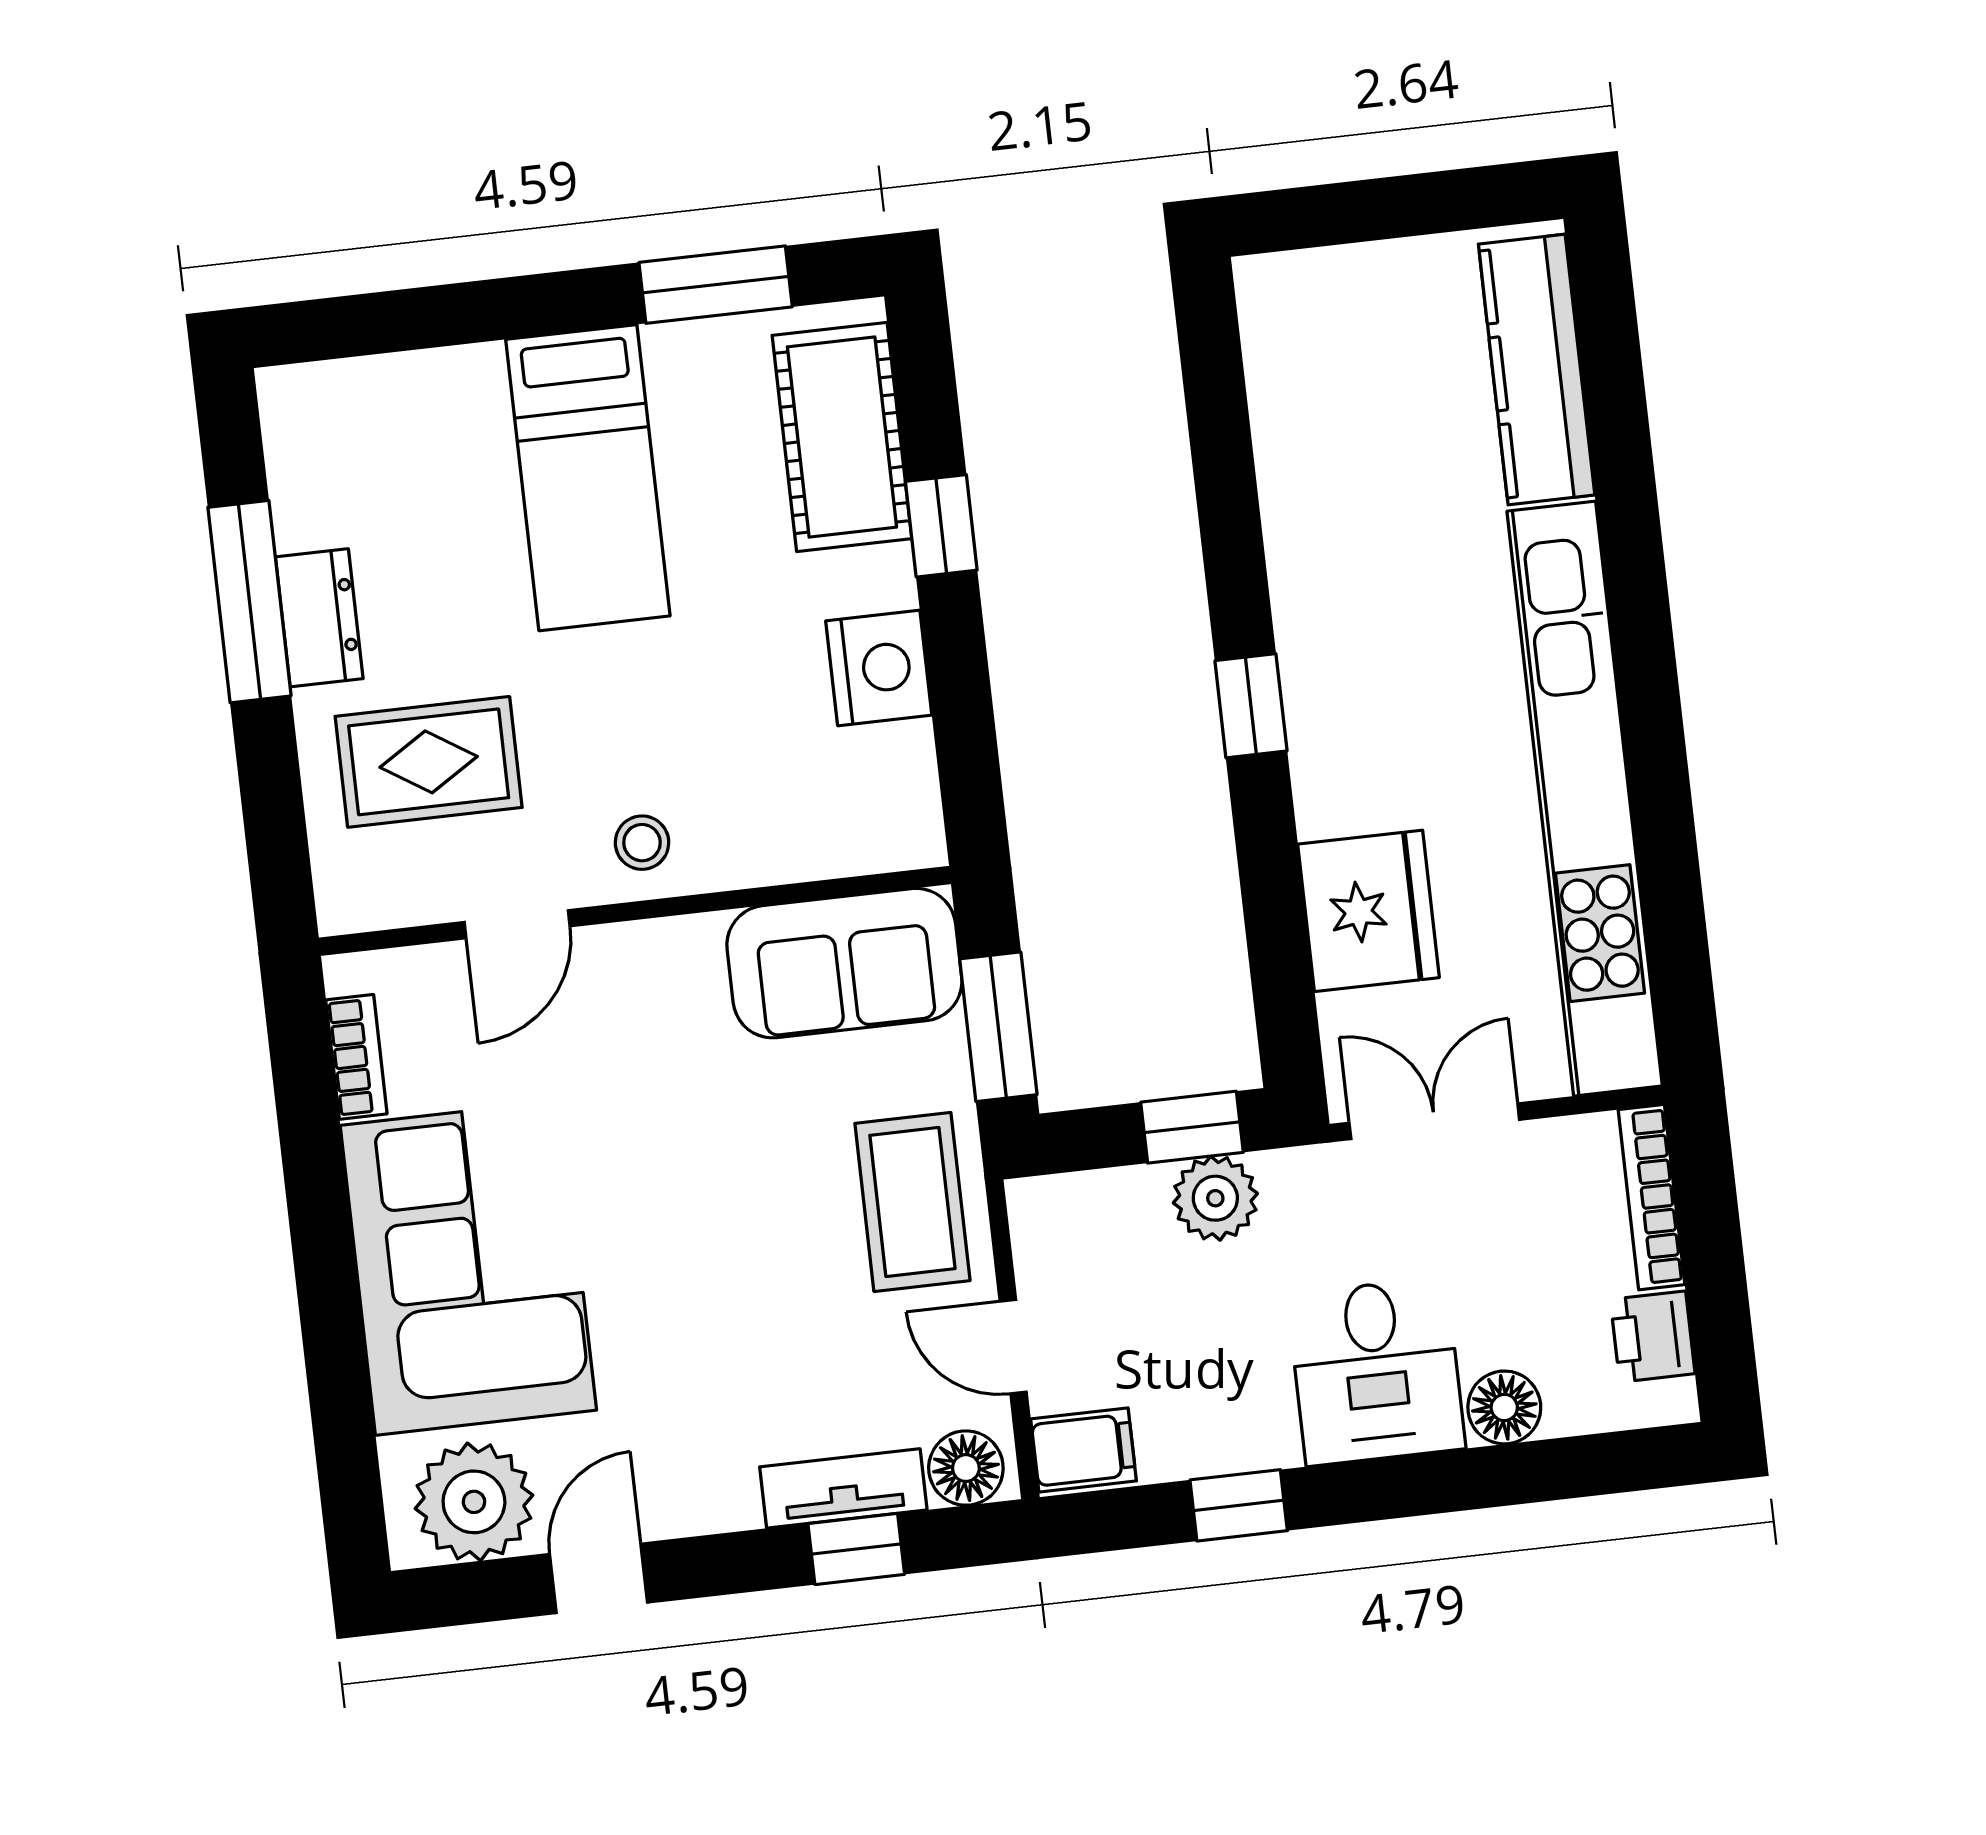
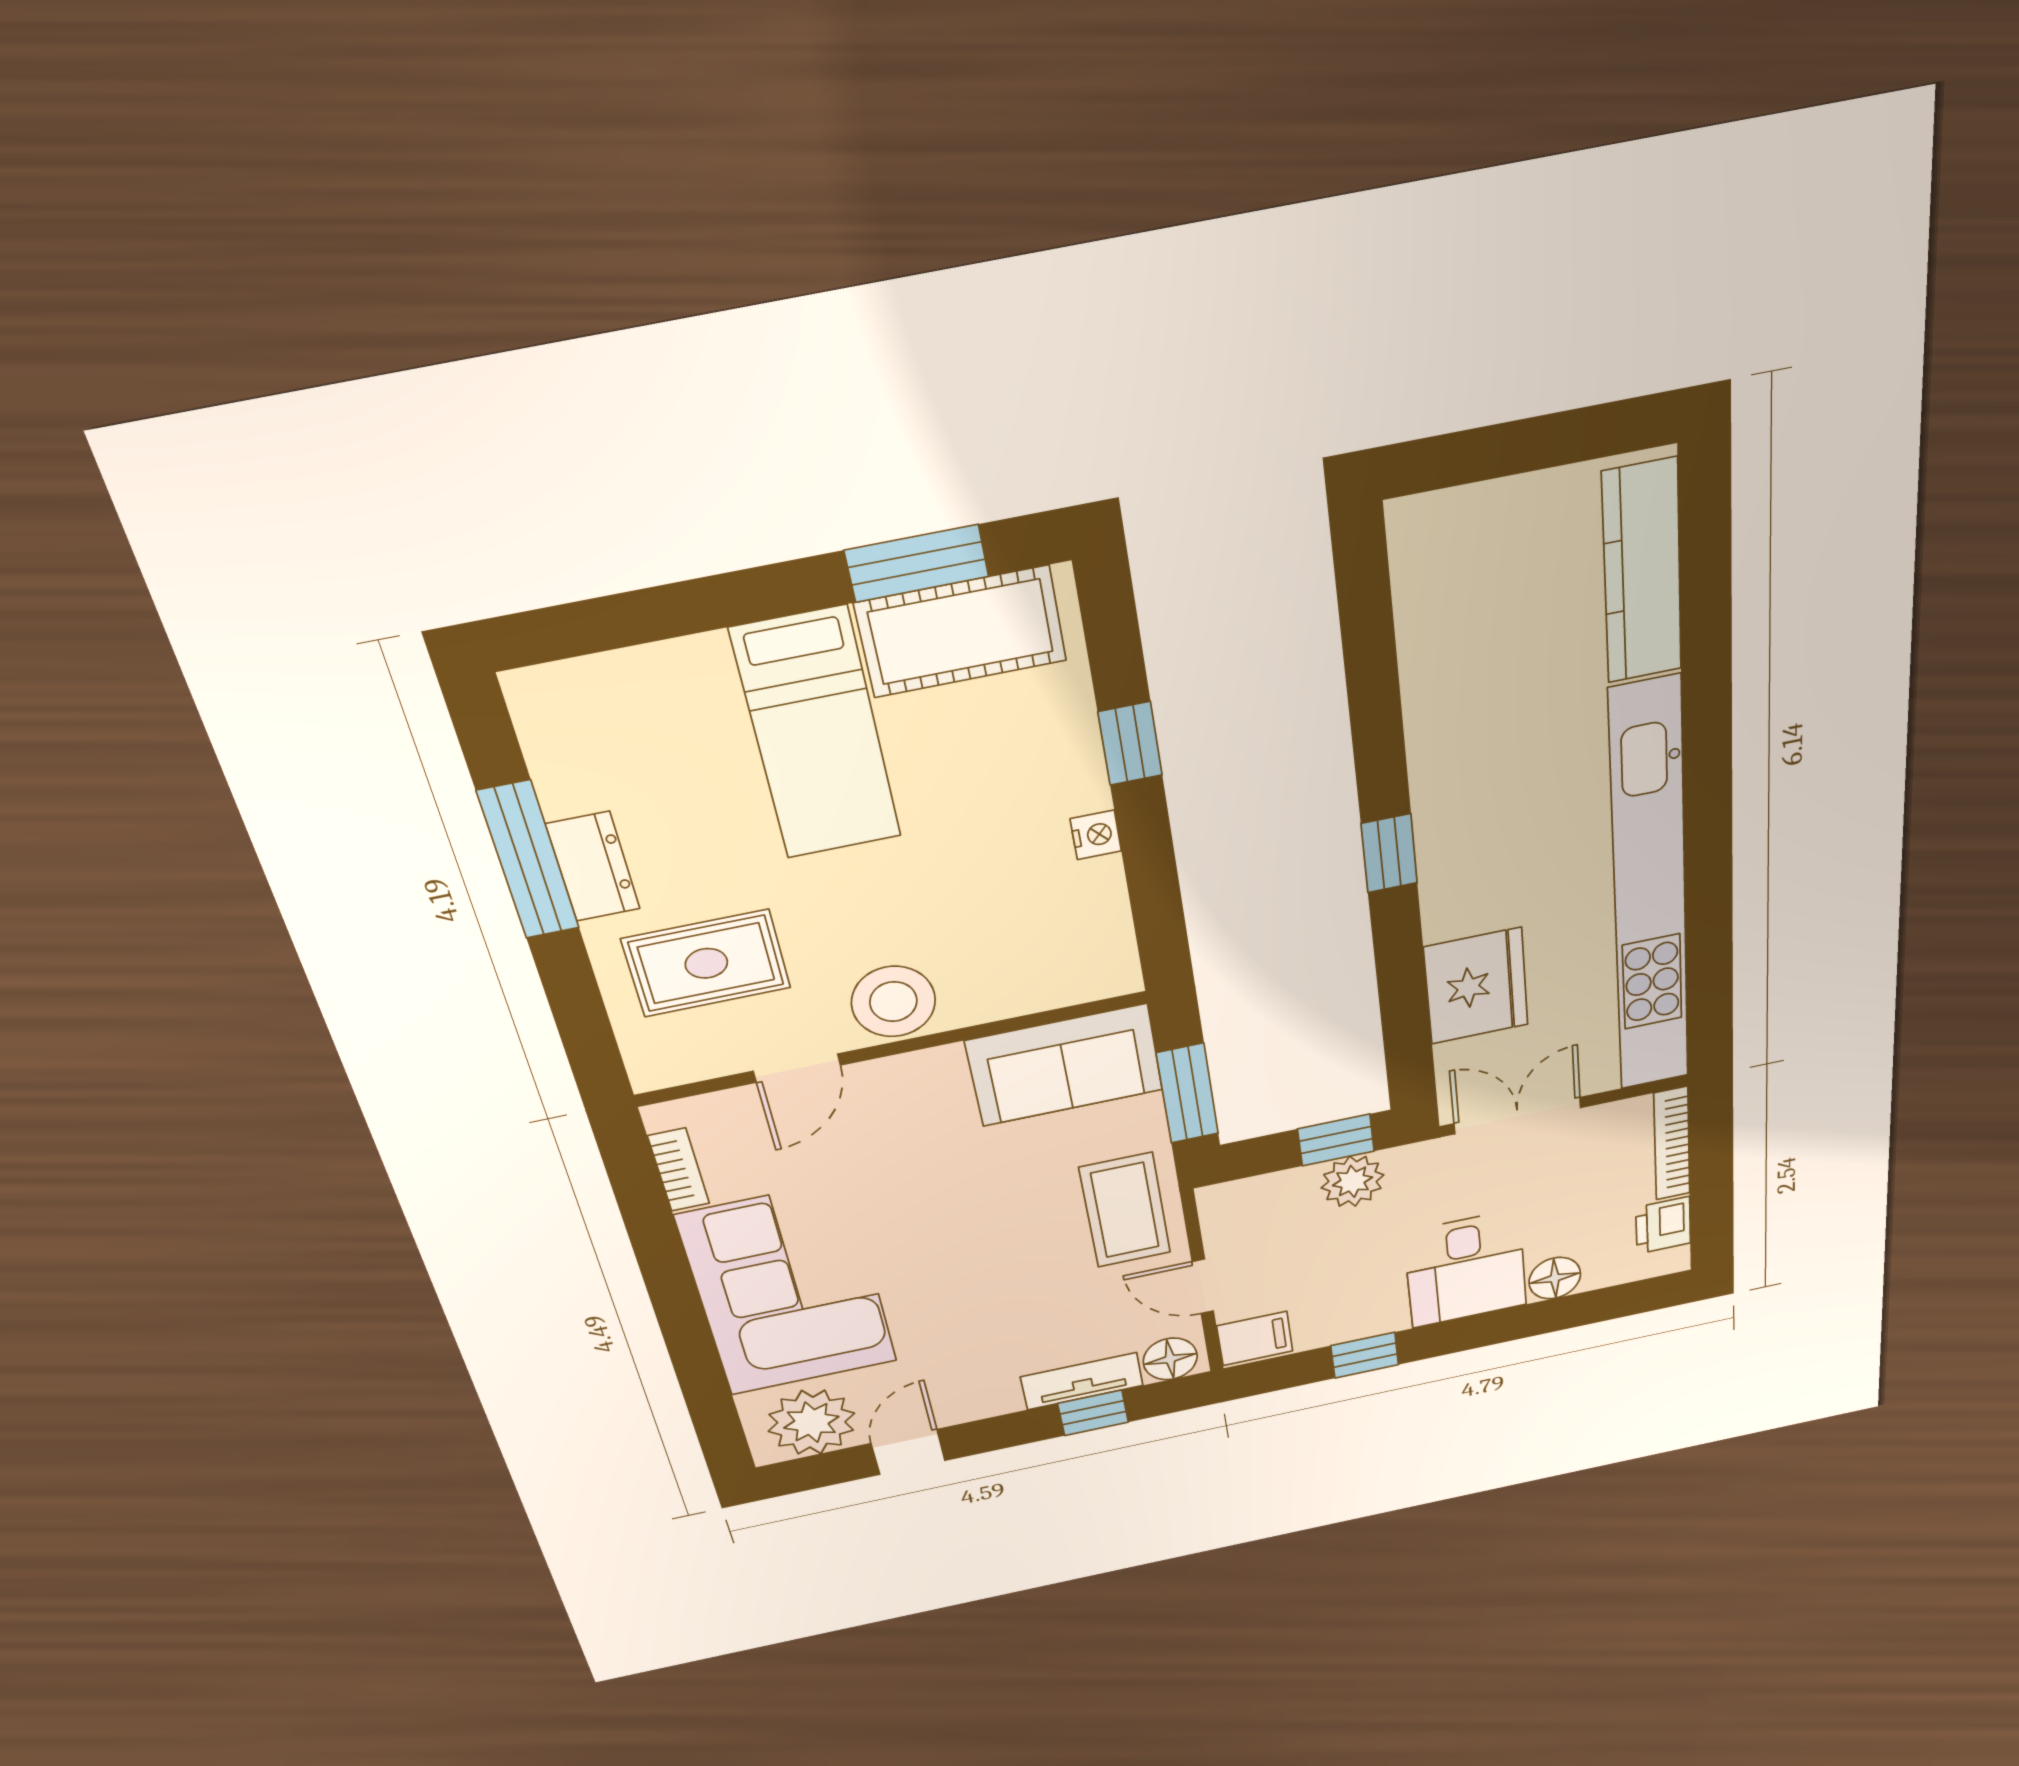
cot: (842, 437) -> (961, 632), moved, turned 90
nightstand: (879, 668) -> (1096, 835), width x0.53, depth x0.56
stool: (642, 843) -> (893, 1002), width x1.89, depth x1.89

